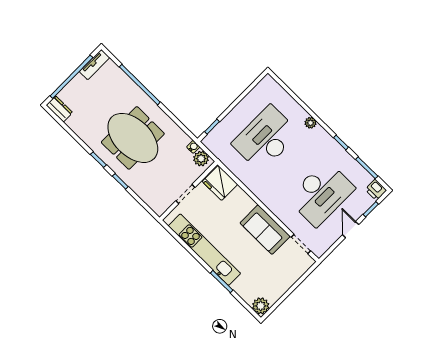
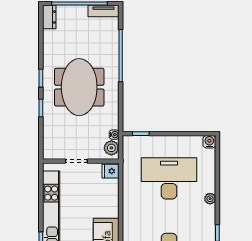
water cooler: (268, 82) -> (209, 142), added
fridge: (220, 183) -> (110, 171), width x0.53, depth x0.75

